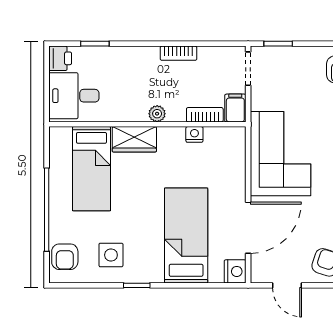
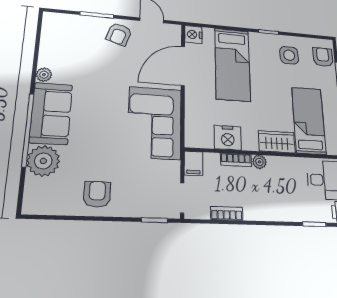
bookcase: (178, 53) -> (227, 213), moved
bookcase: (205, 115) -> (236, 160), moved
nightstand: (194, 134) -> (228, 138), width x1.89, depth x1.79

